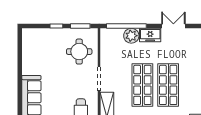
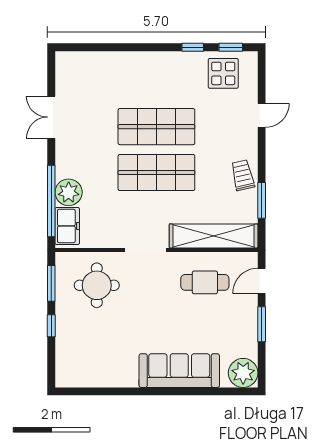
freezer: (150, 35) -> (67, 226), moved

